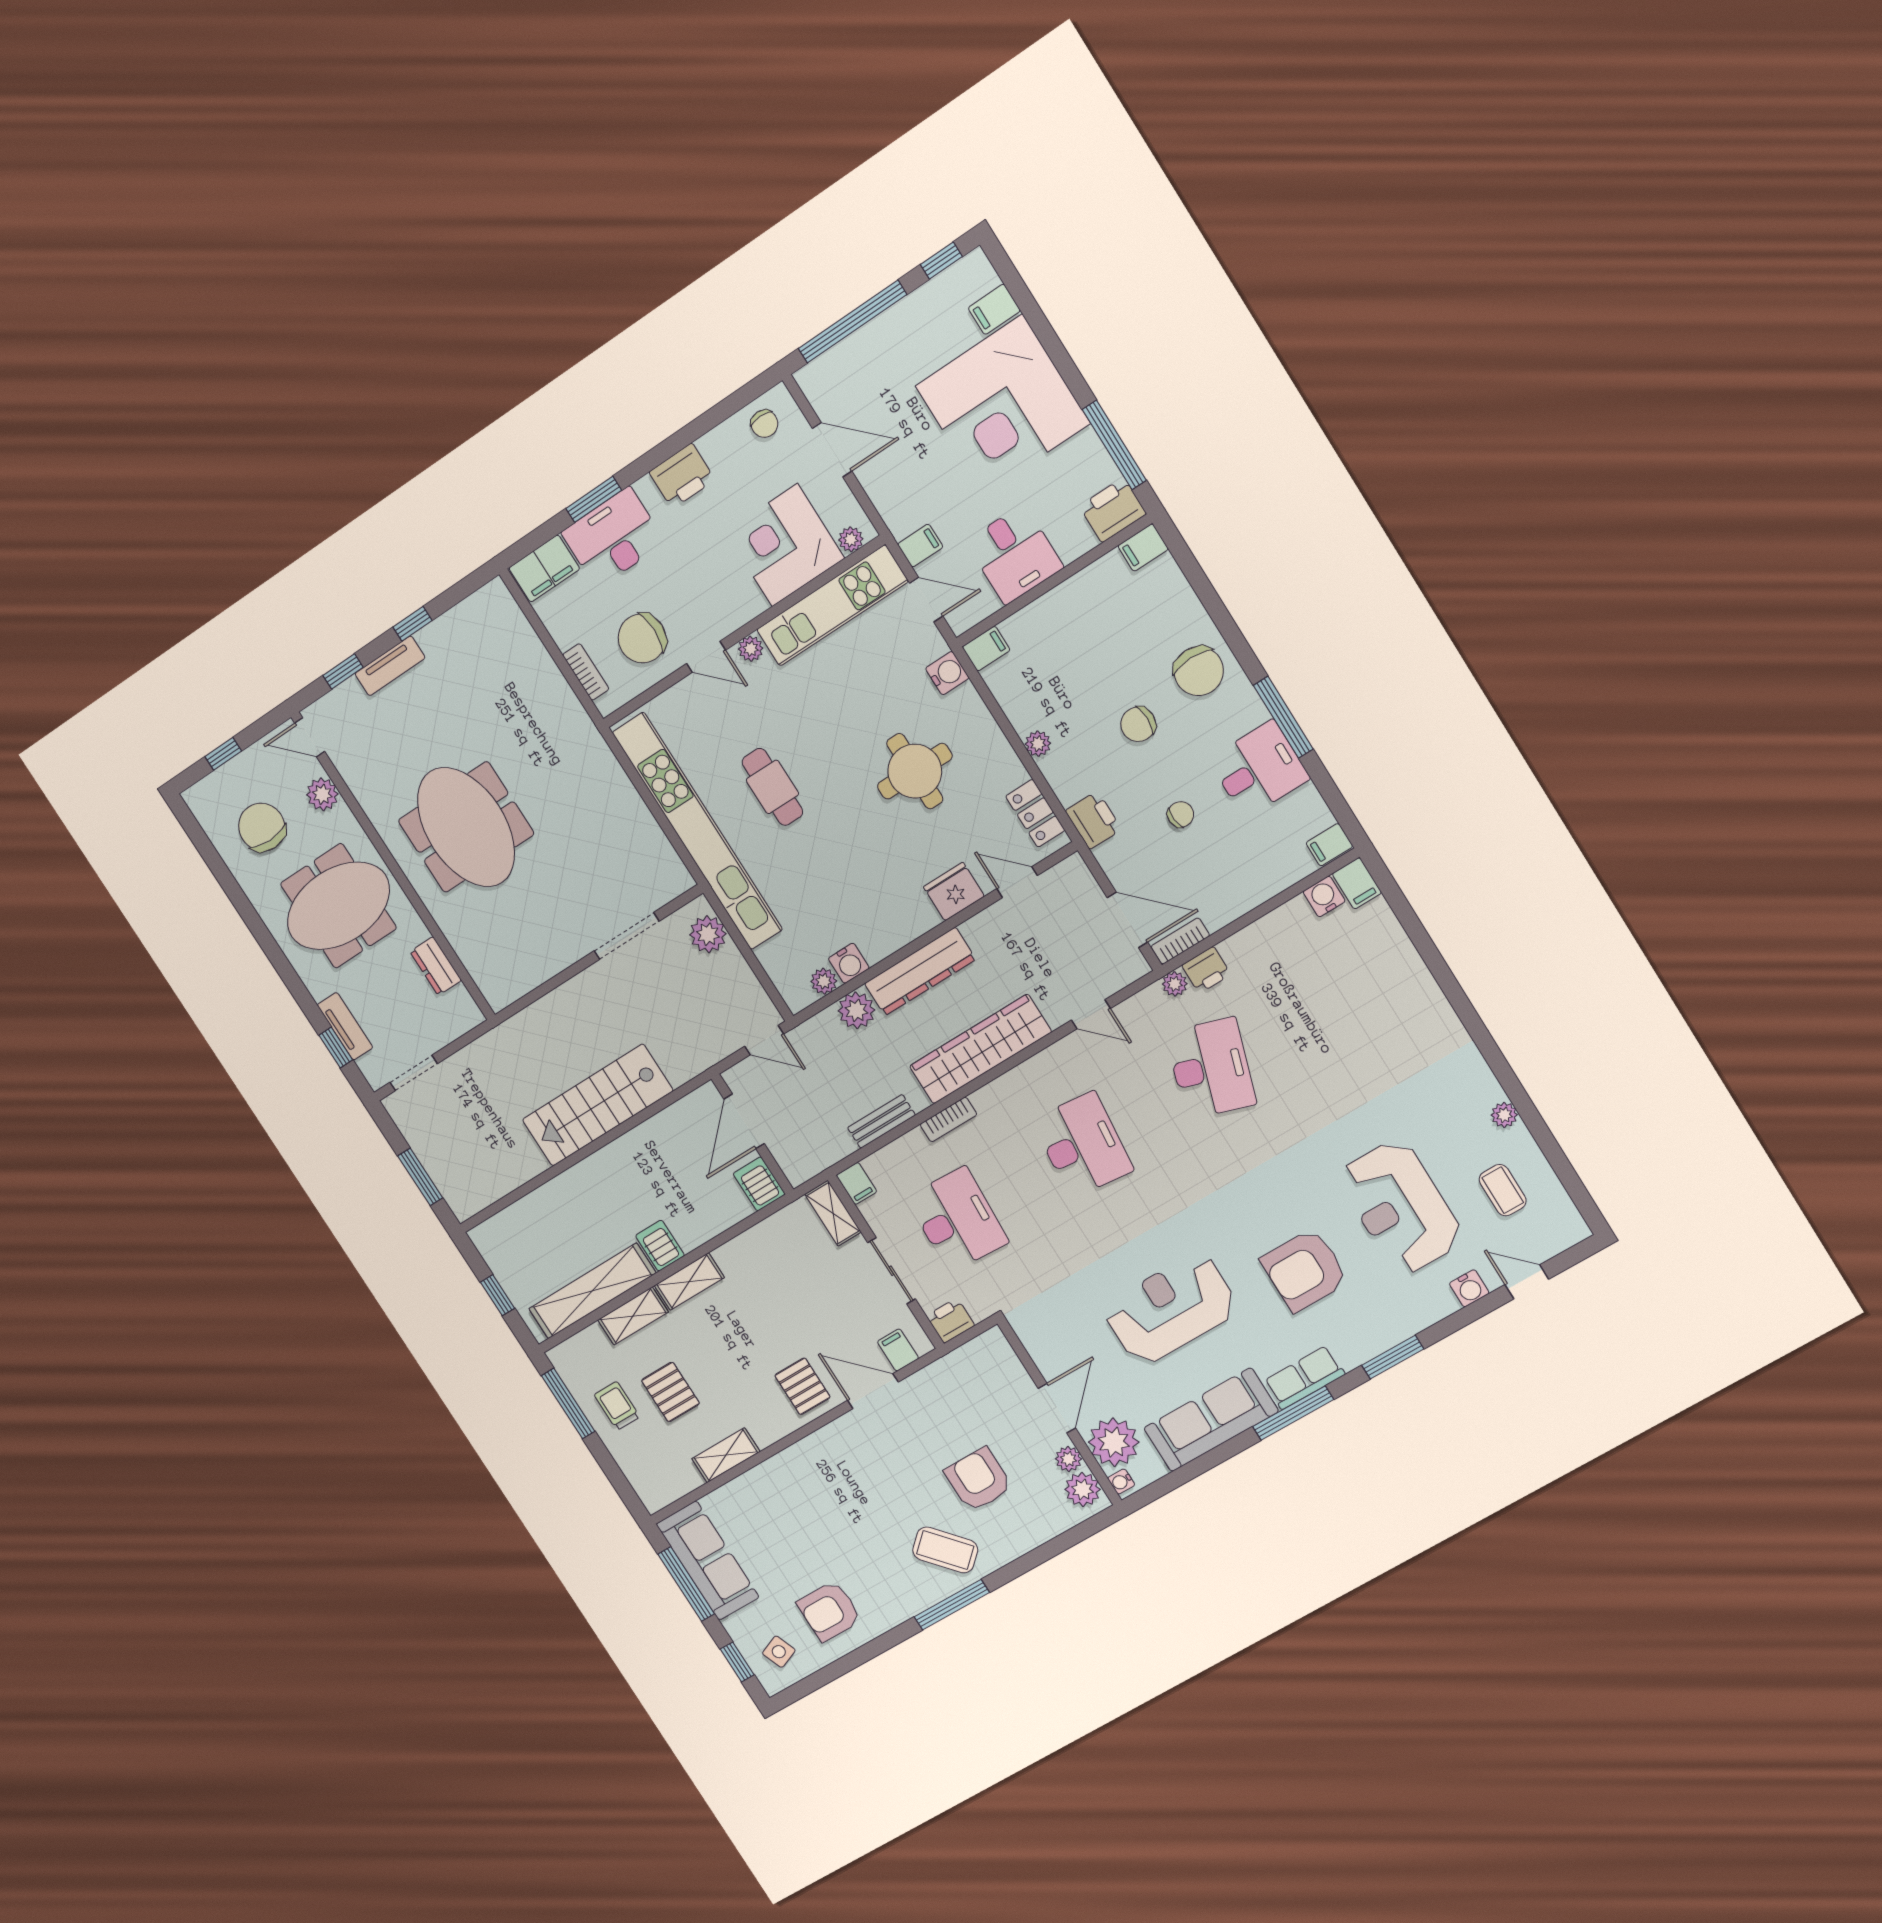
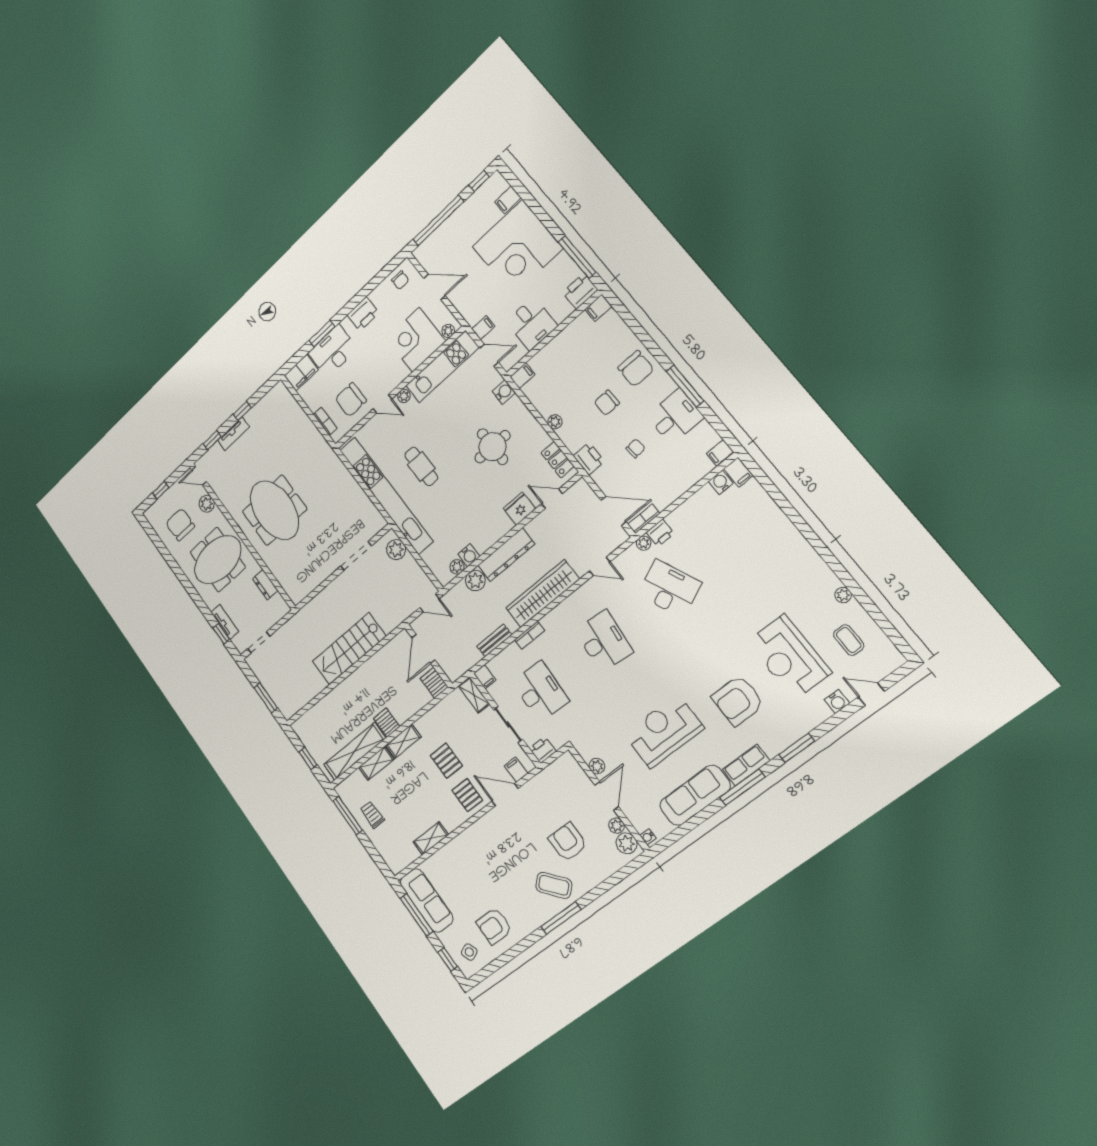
desk: (1211, 1068) -> (669, 589), turned -42
pallet: (670, 1392) -> (446, 761), moved
plant: (1114, 1442) -> (597, 766), moved, width x0.53, depth x0.53

